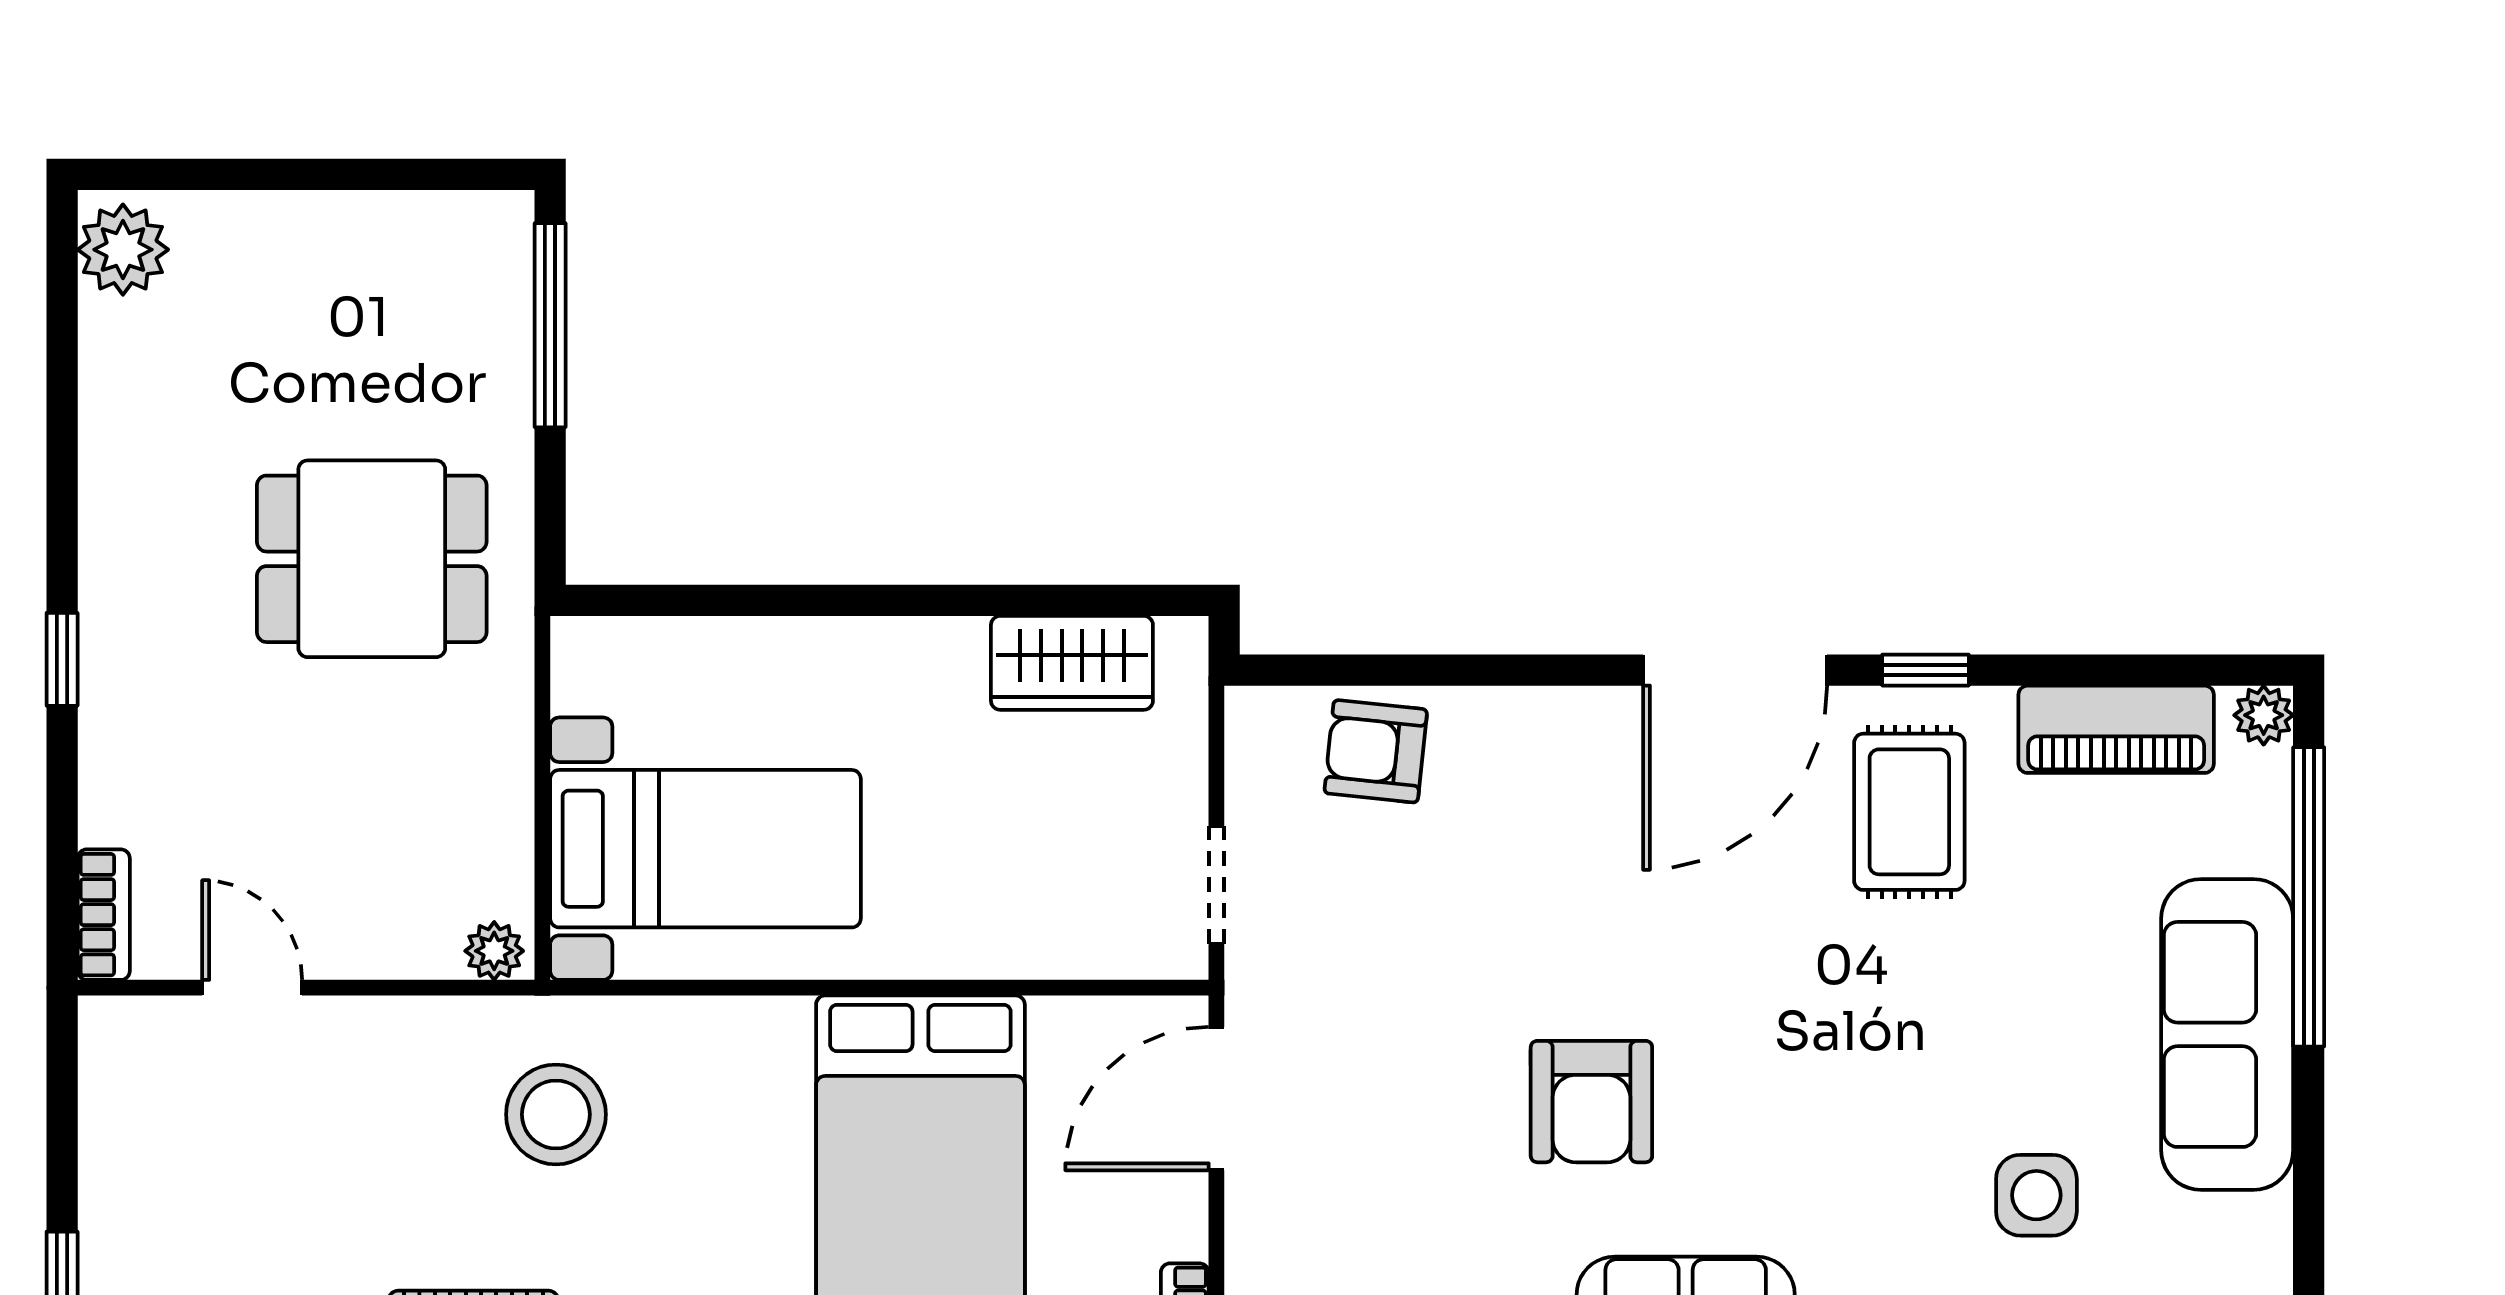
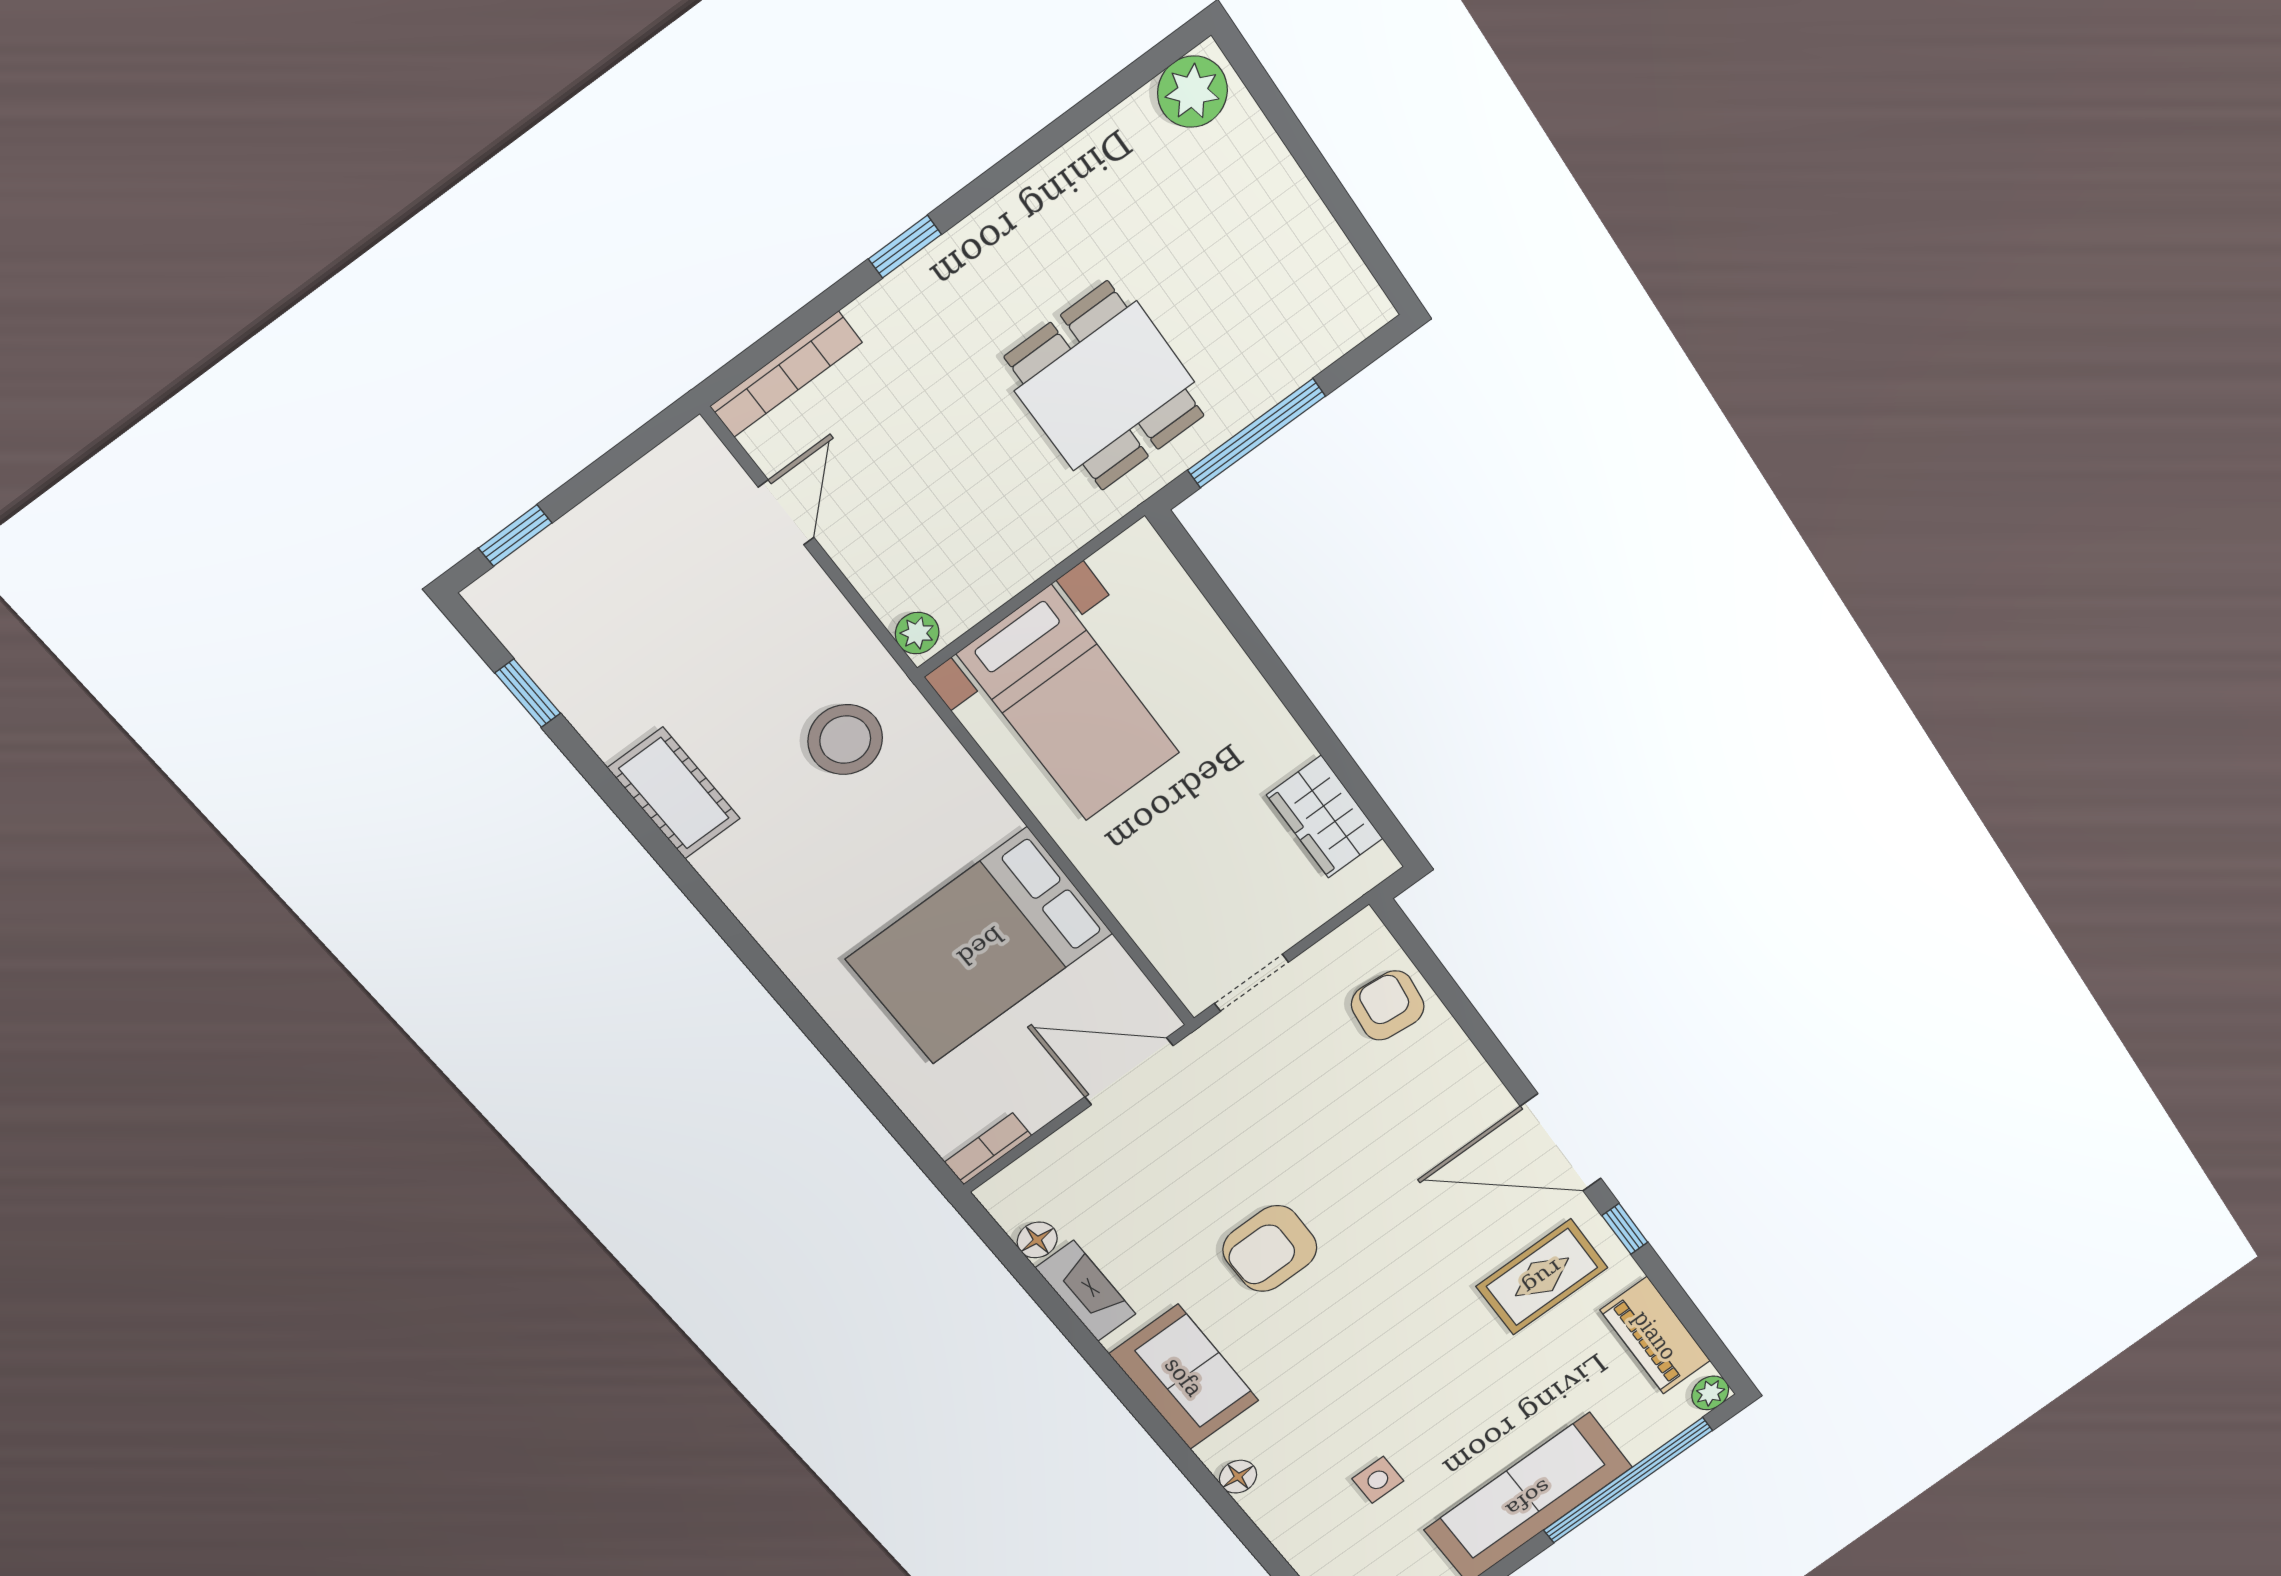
window: (550, 325) -> (1257, 433), moved
bookcase: (104, 915) -> (786, 374), width x1.56
side table: (2036, 1195) -> (1378, 1480), width x0.73, depth x0.73

